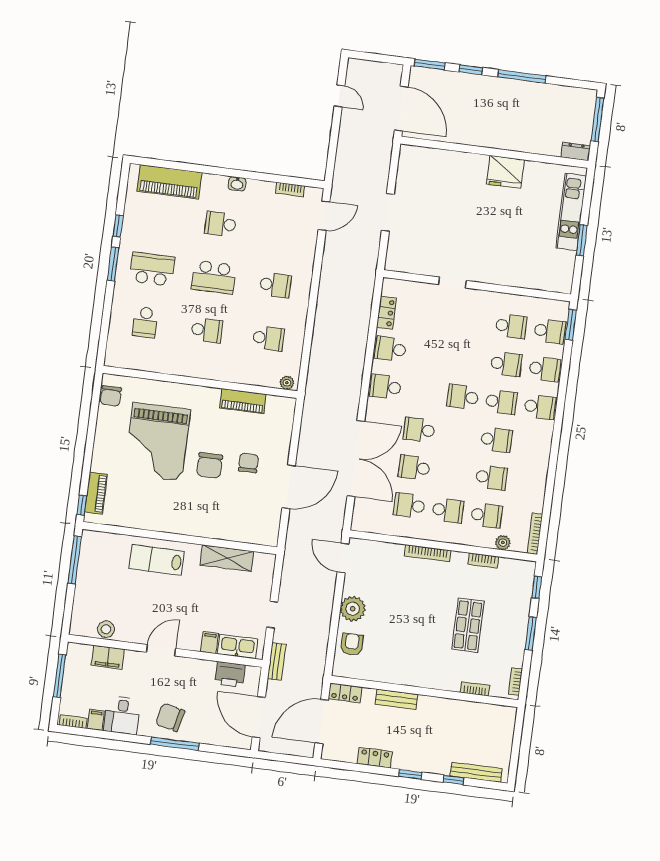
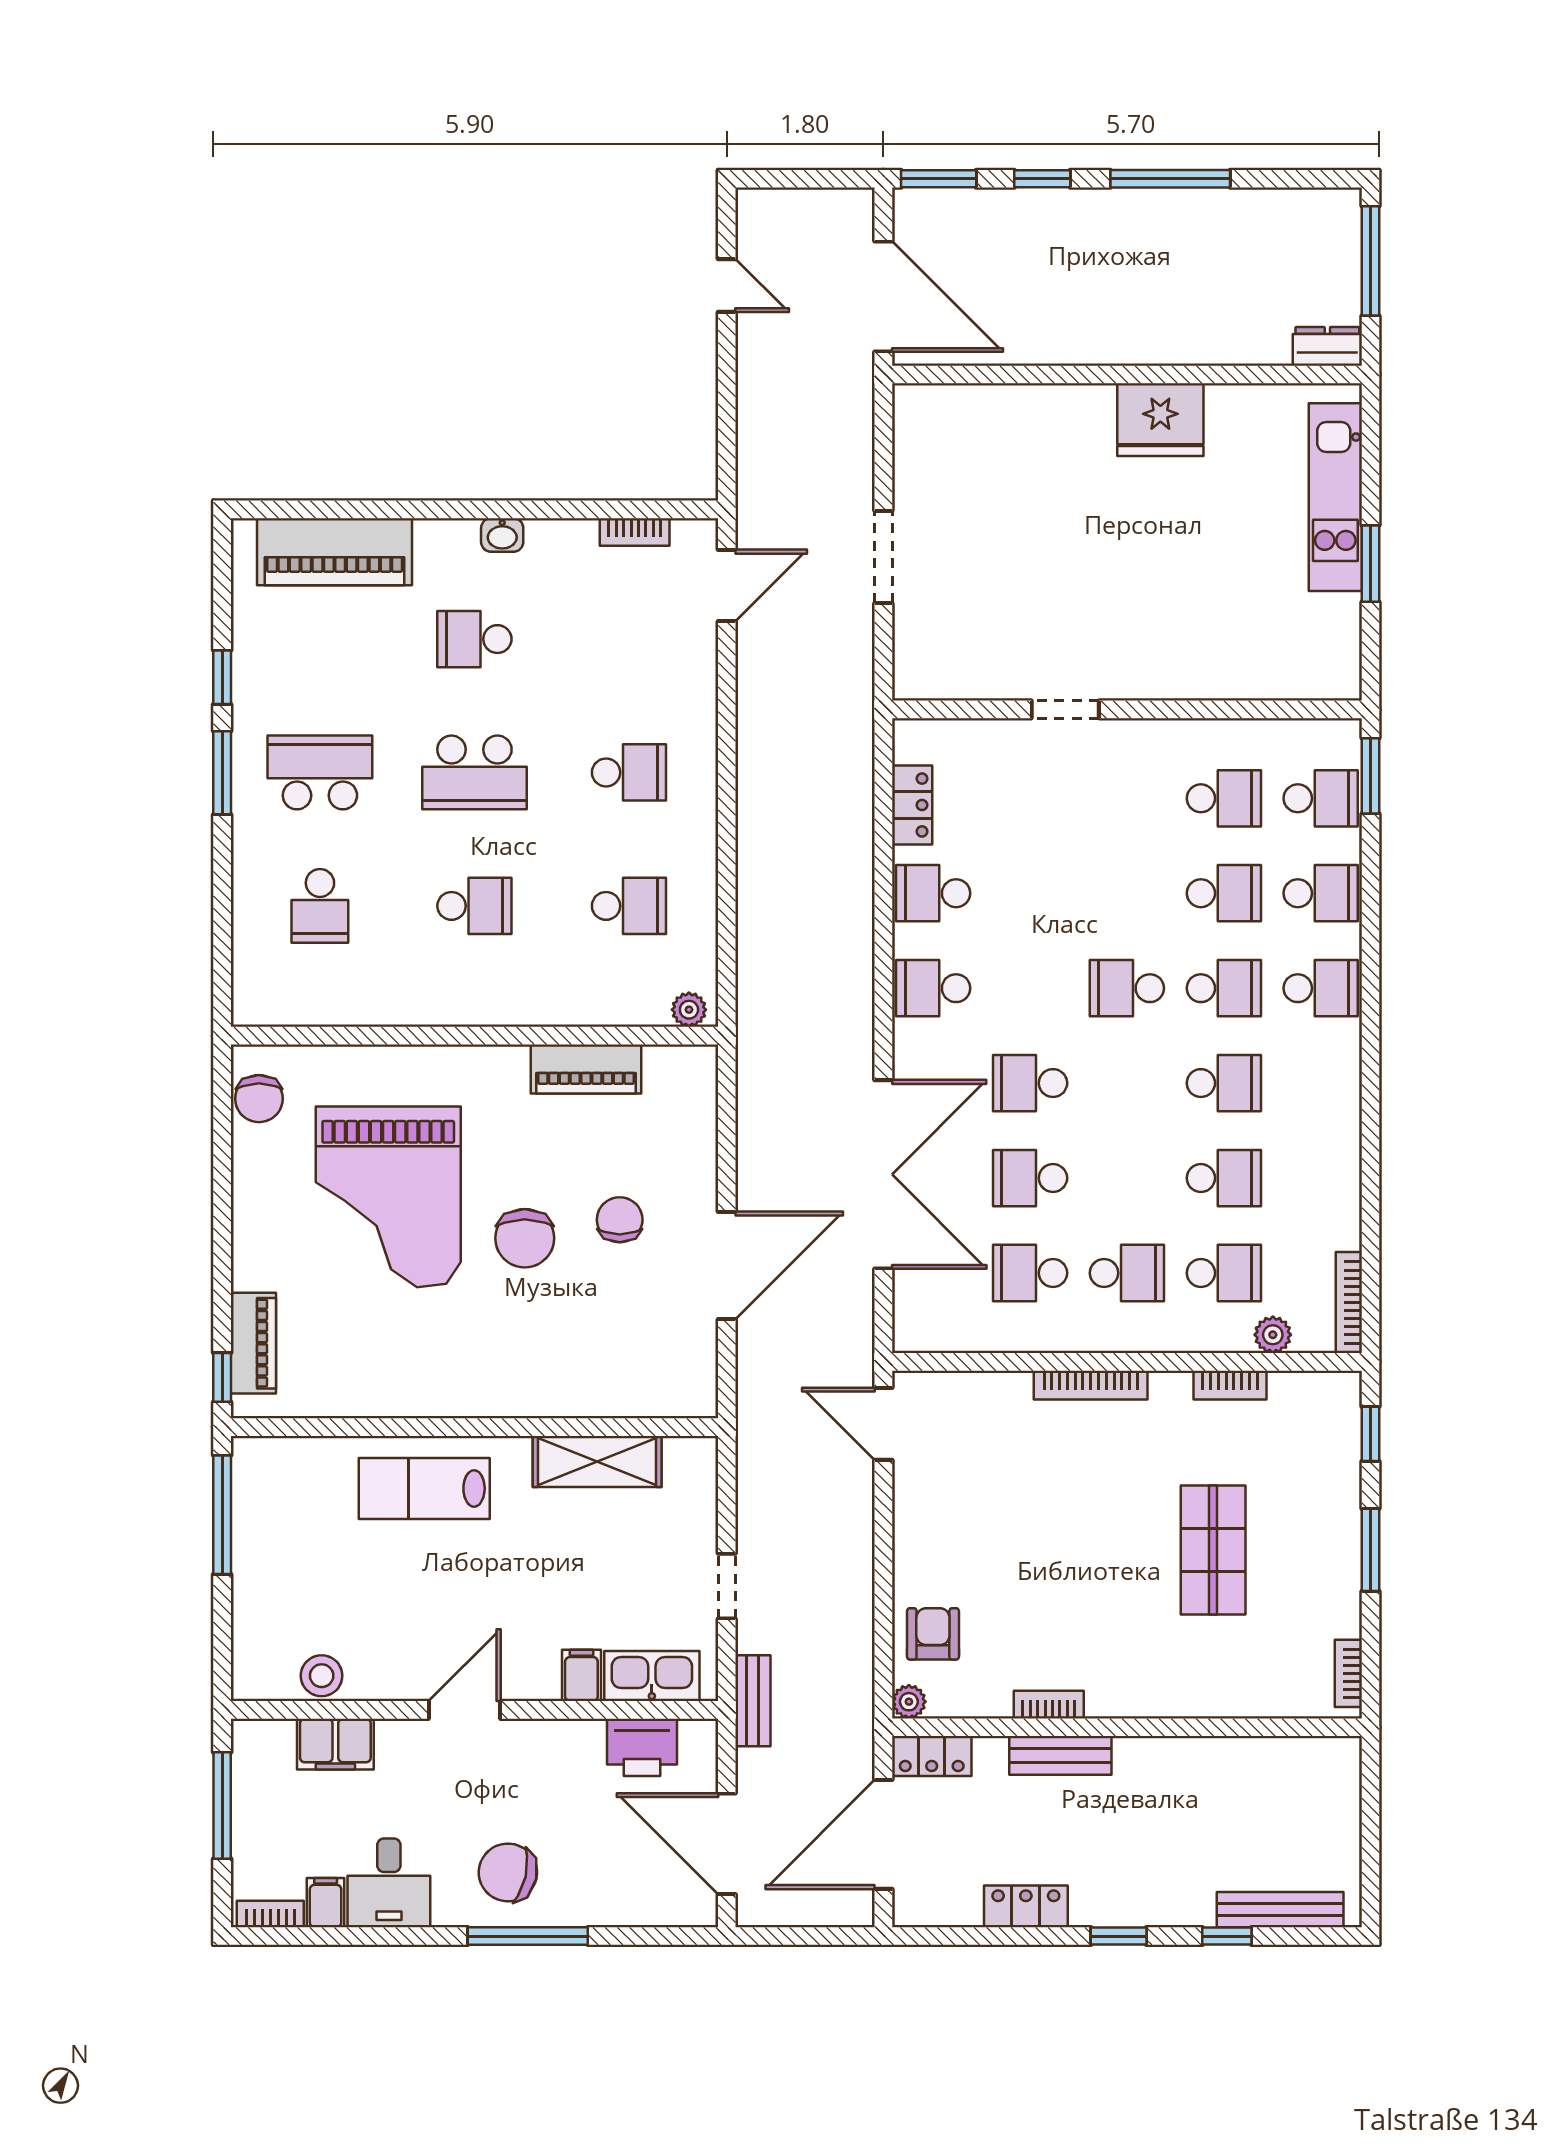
plant: (353, 609) -> (909, 1702), moved, width x0.53, depth x0.53
bookcase: (475, 689) -> (1049, 1705), moved

